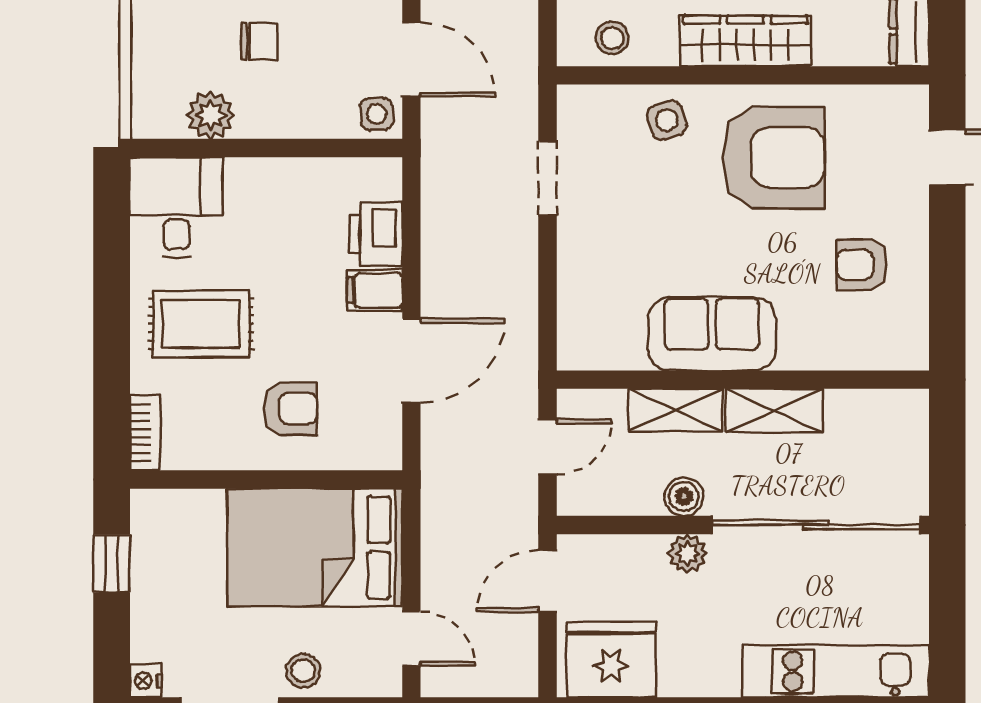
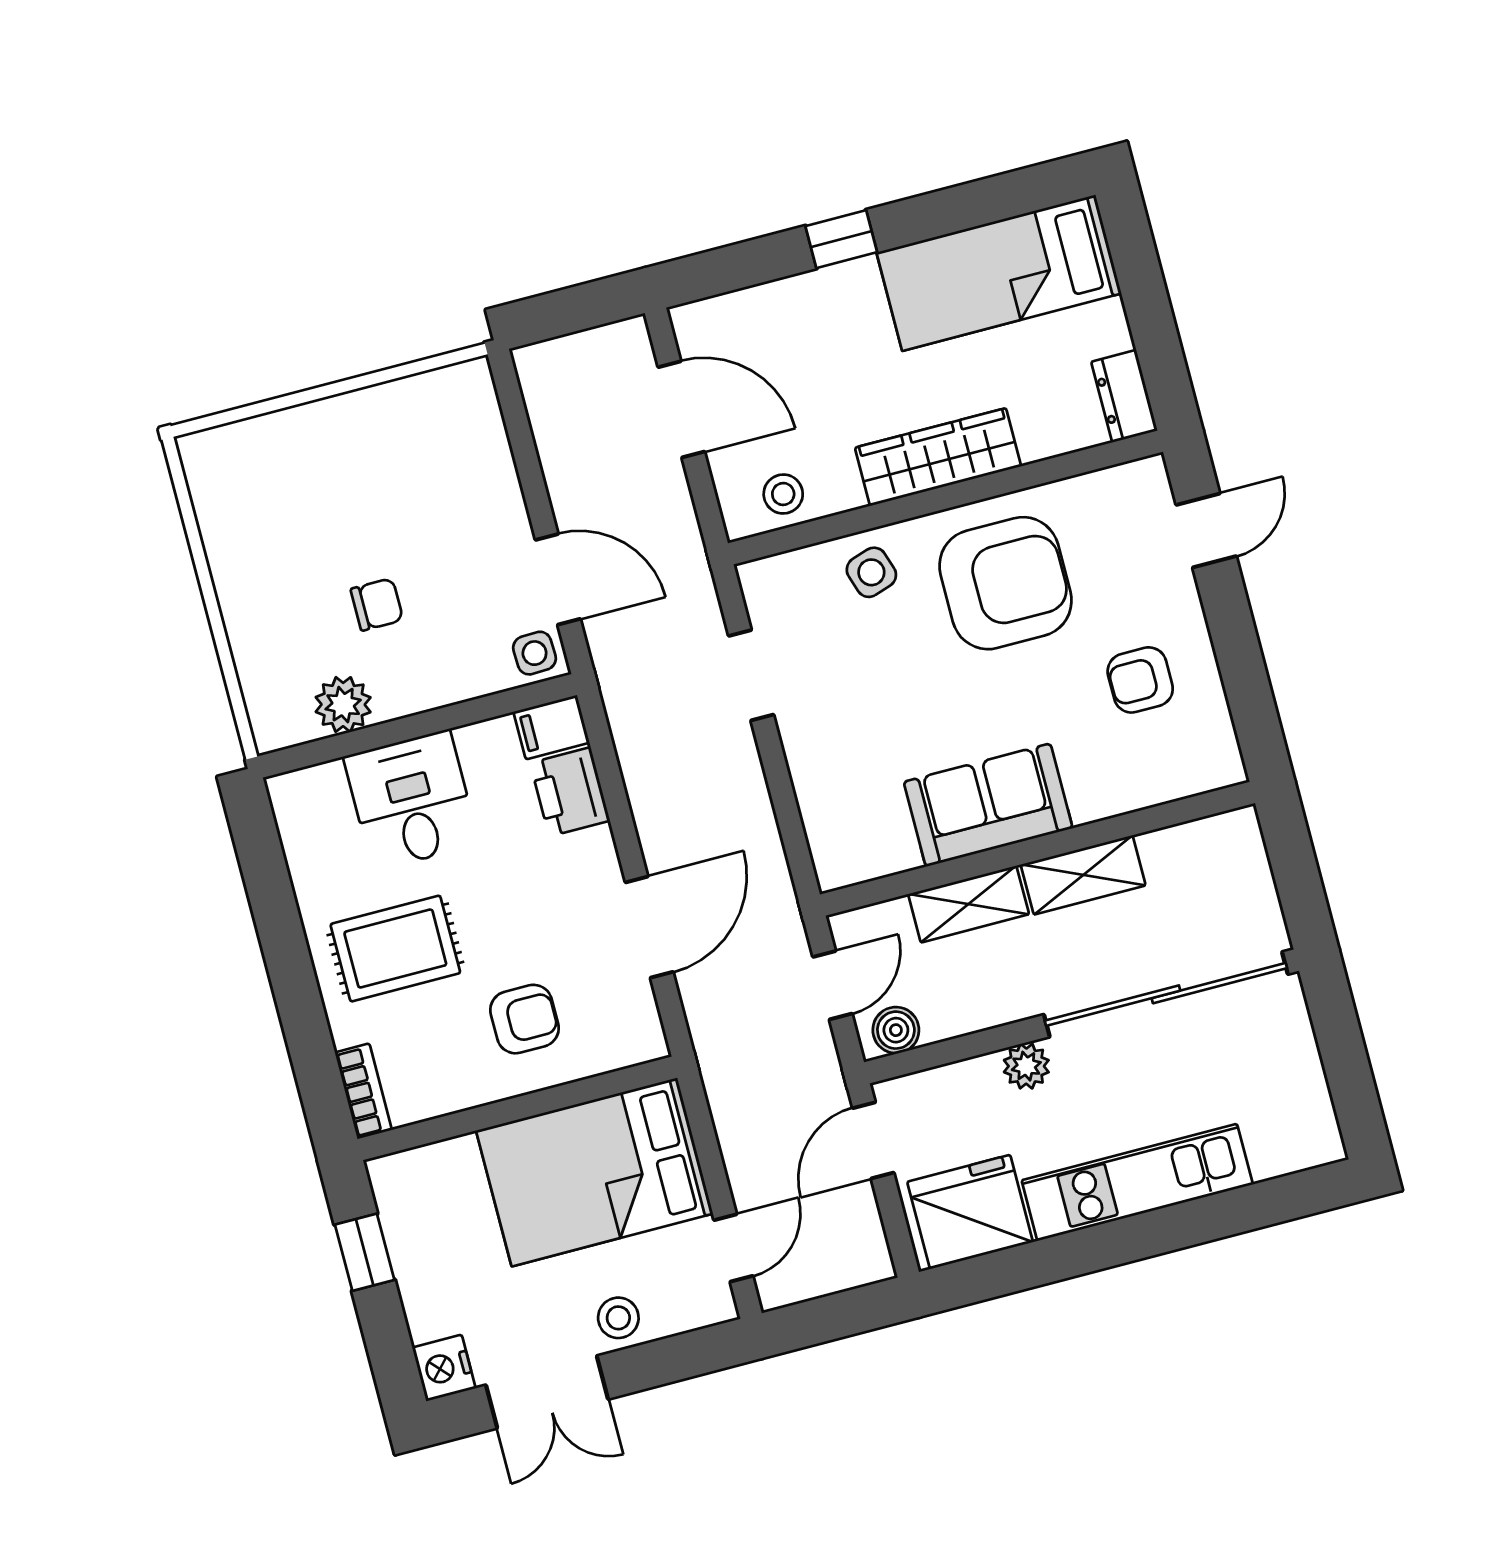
desk: (176, 207) -> (411, 800), moved
filing cabinet: (375, 290) -> (551, 727), moved
boiler: (684, 497) -> (896, 1030), moved
door: (411, 639) -> (733, 1248), hinge flipped
kitchen unit: (836, 671) -> (1137, 1182), moved
nightstand: (146, 681) -> (444, 1368), width x1.39, depth x1.35

